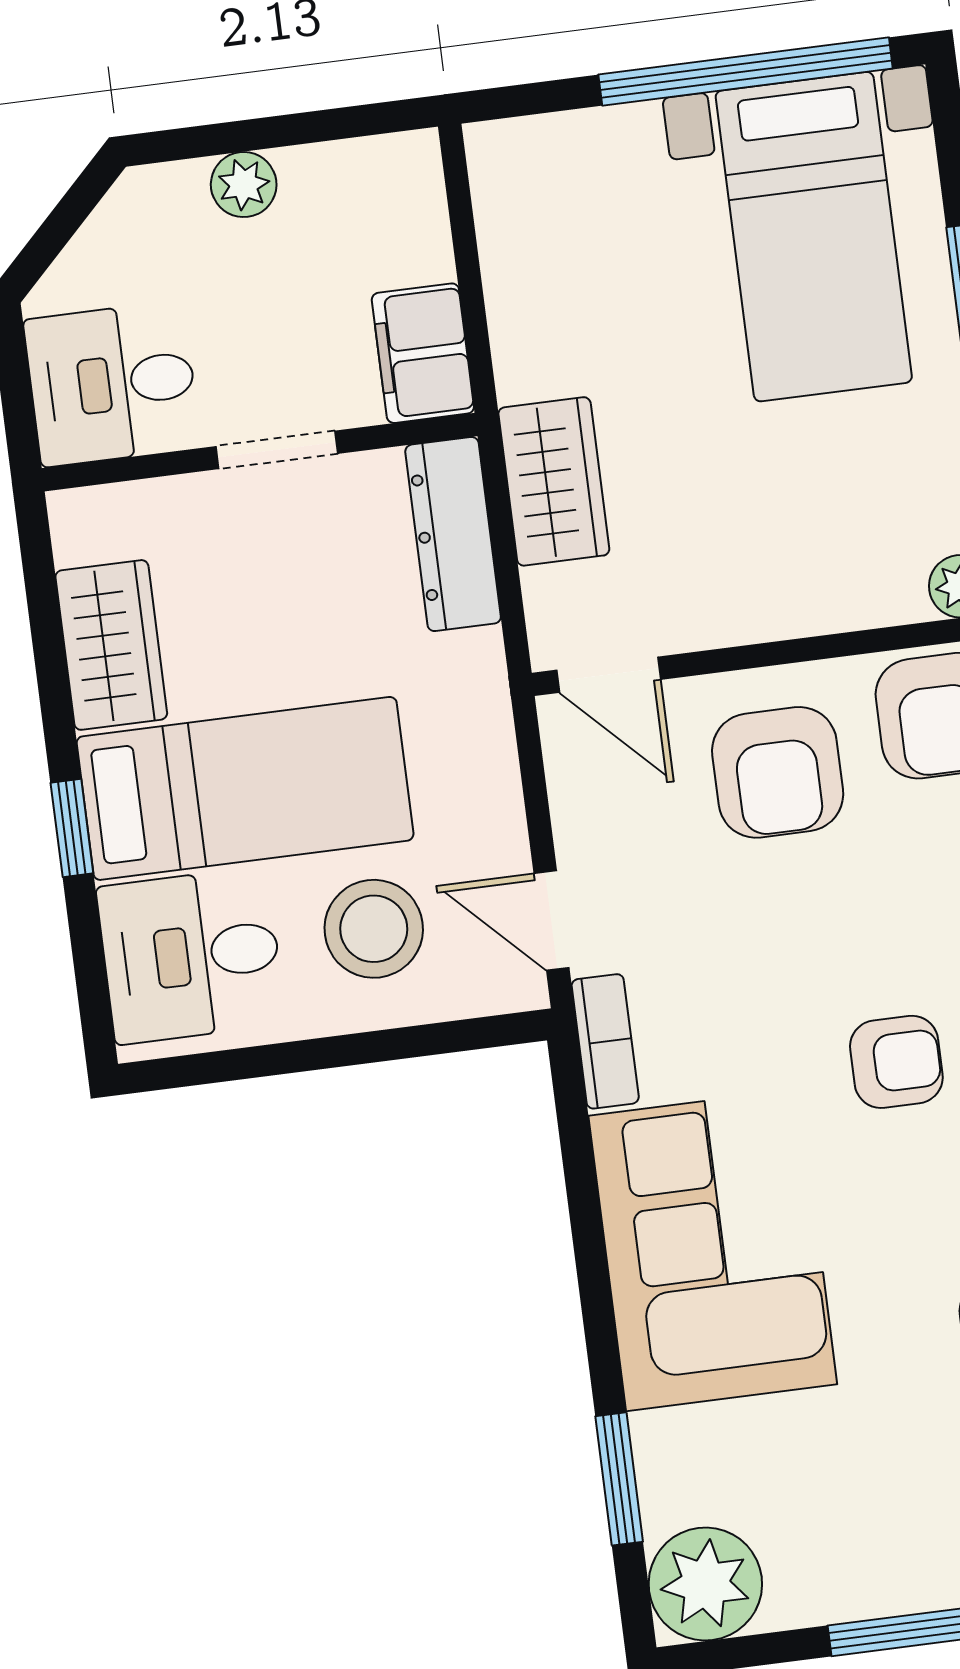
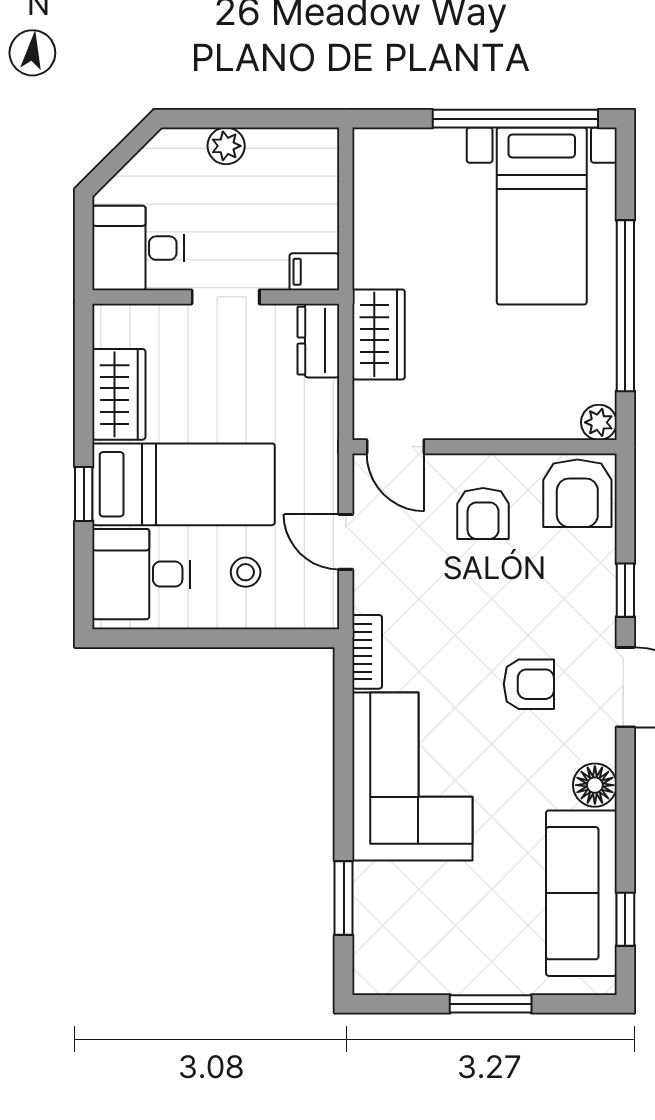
filing cabinet: (423, 353) -> (314, 272), width x0.50
dresser: (453, 534) -> (318, 341), width x0.70
armchair: (778, 772) -> (483, 514), width x0.72, depth x0.72
door: (552, 921) -> (346, 542), moved
stool: (374, 929) -> (246, 572), width x0.53, depth x0.53
plant: (705, 1584) -> (384, 963), removed

